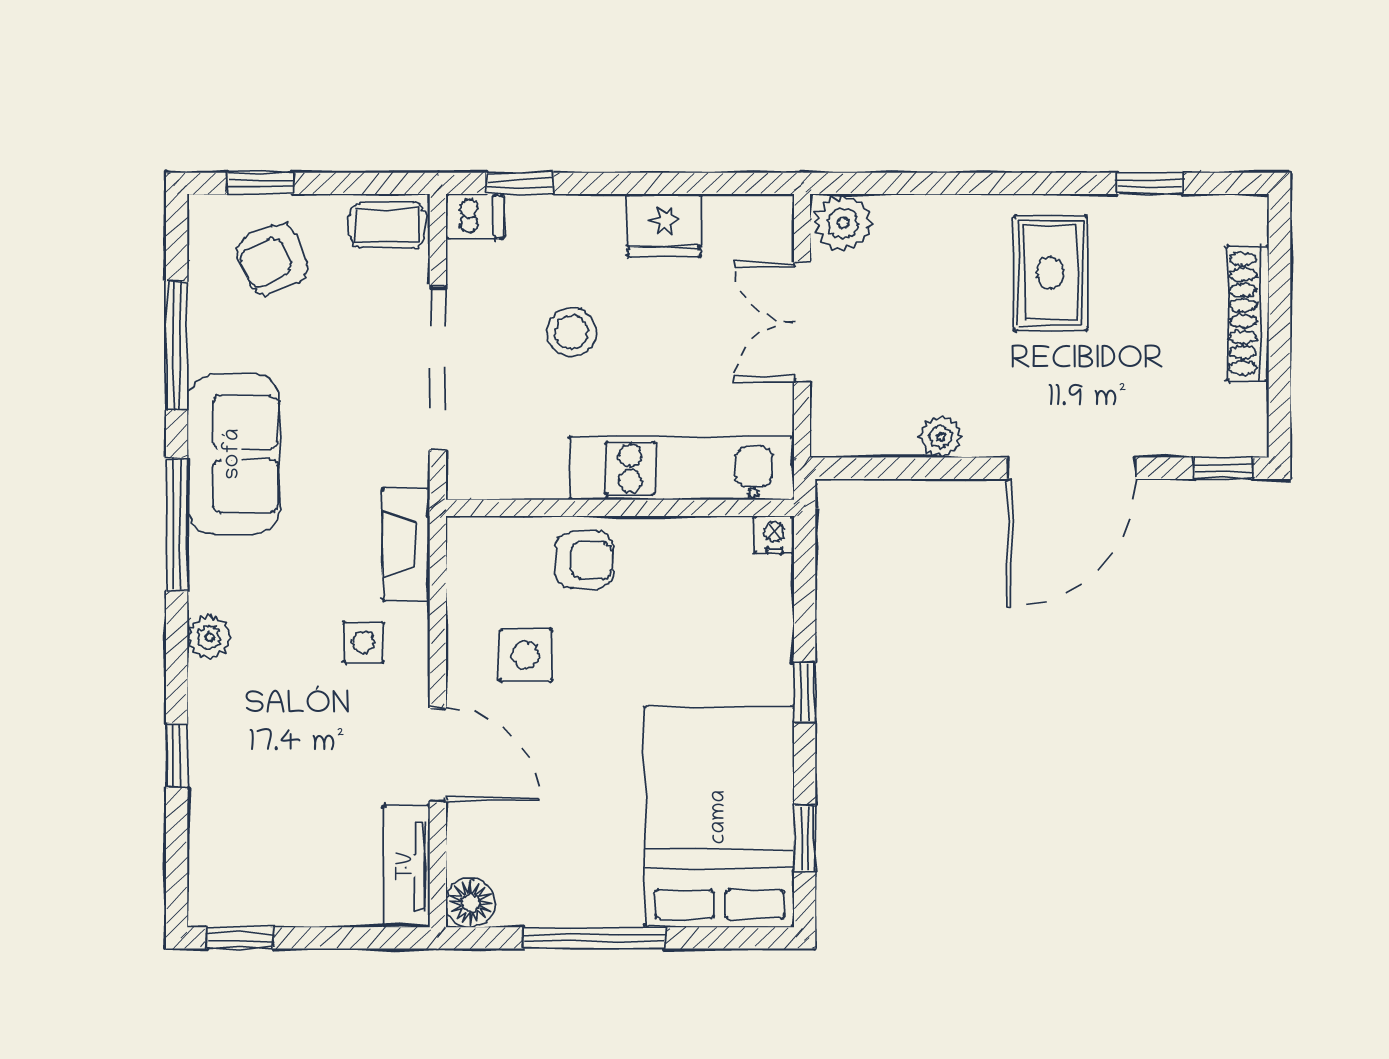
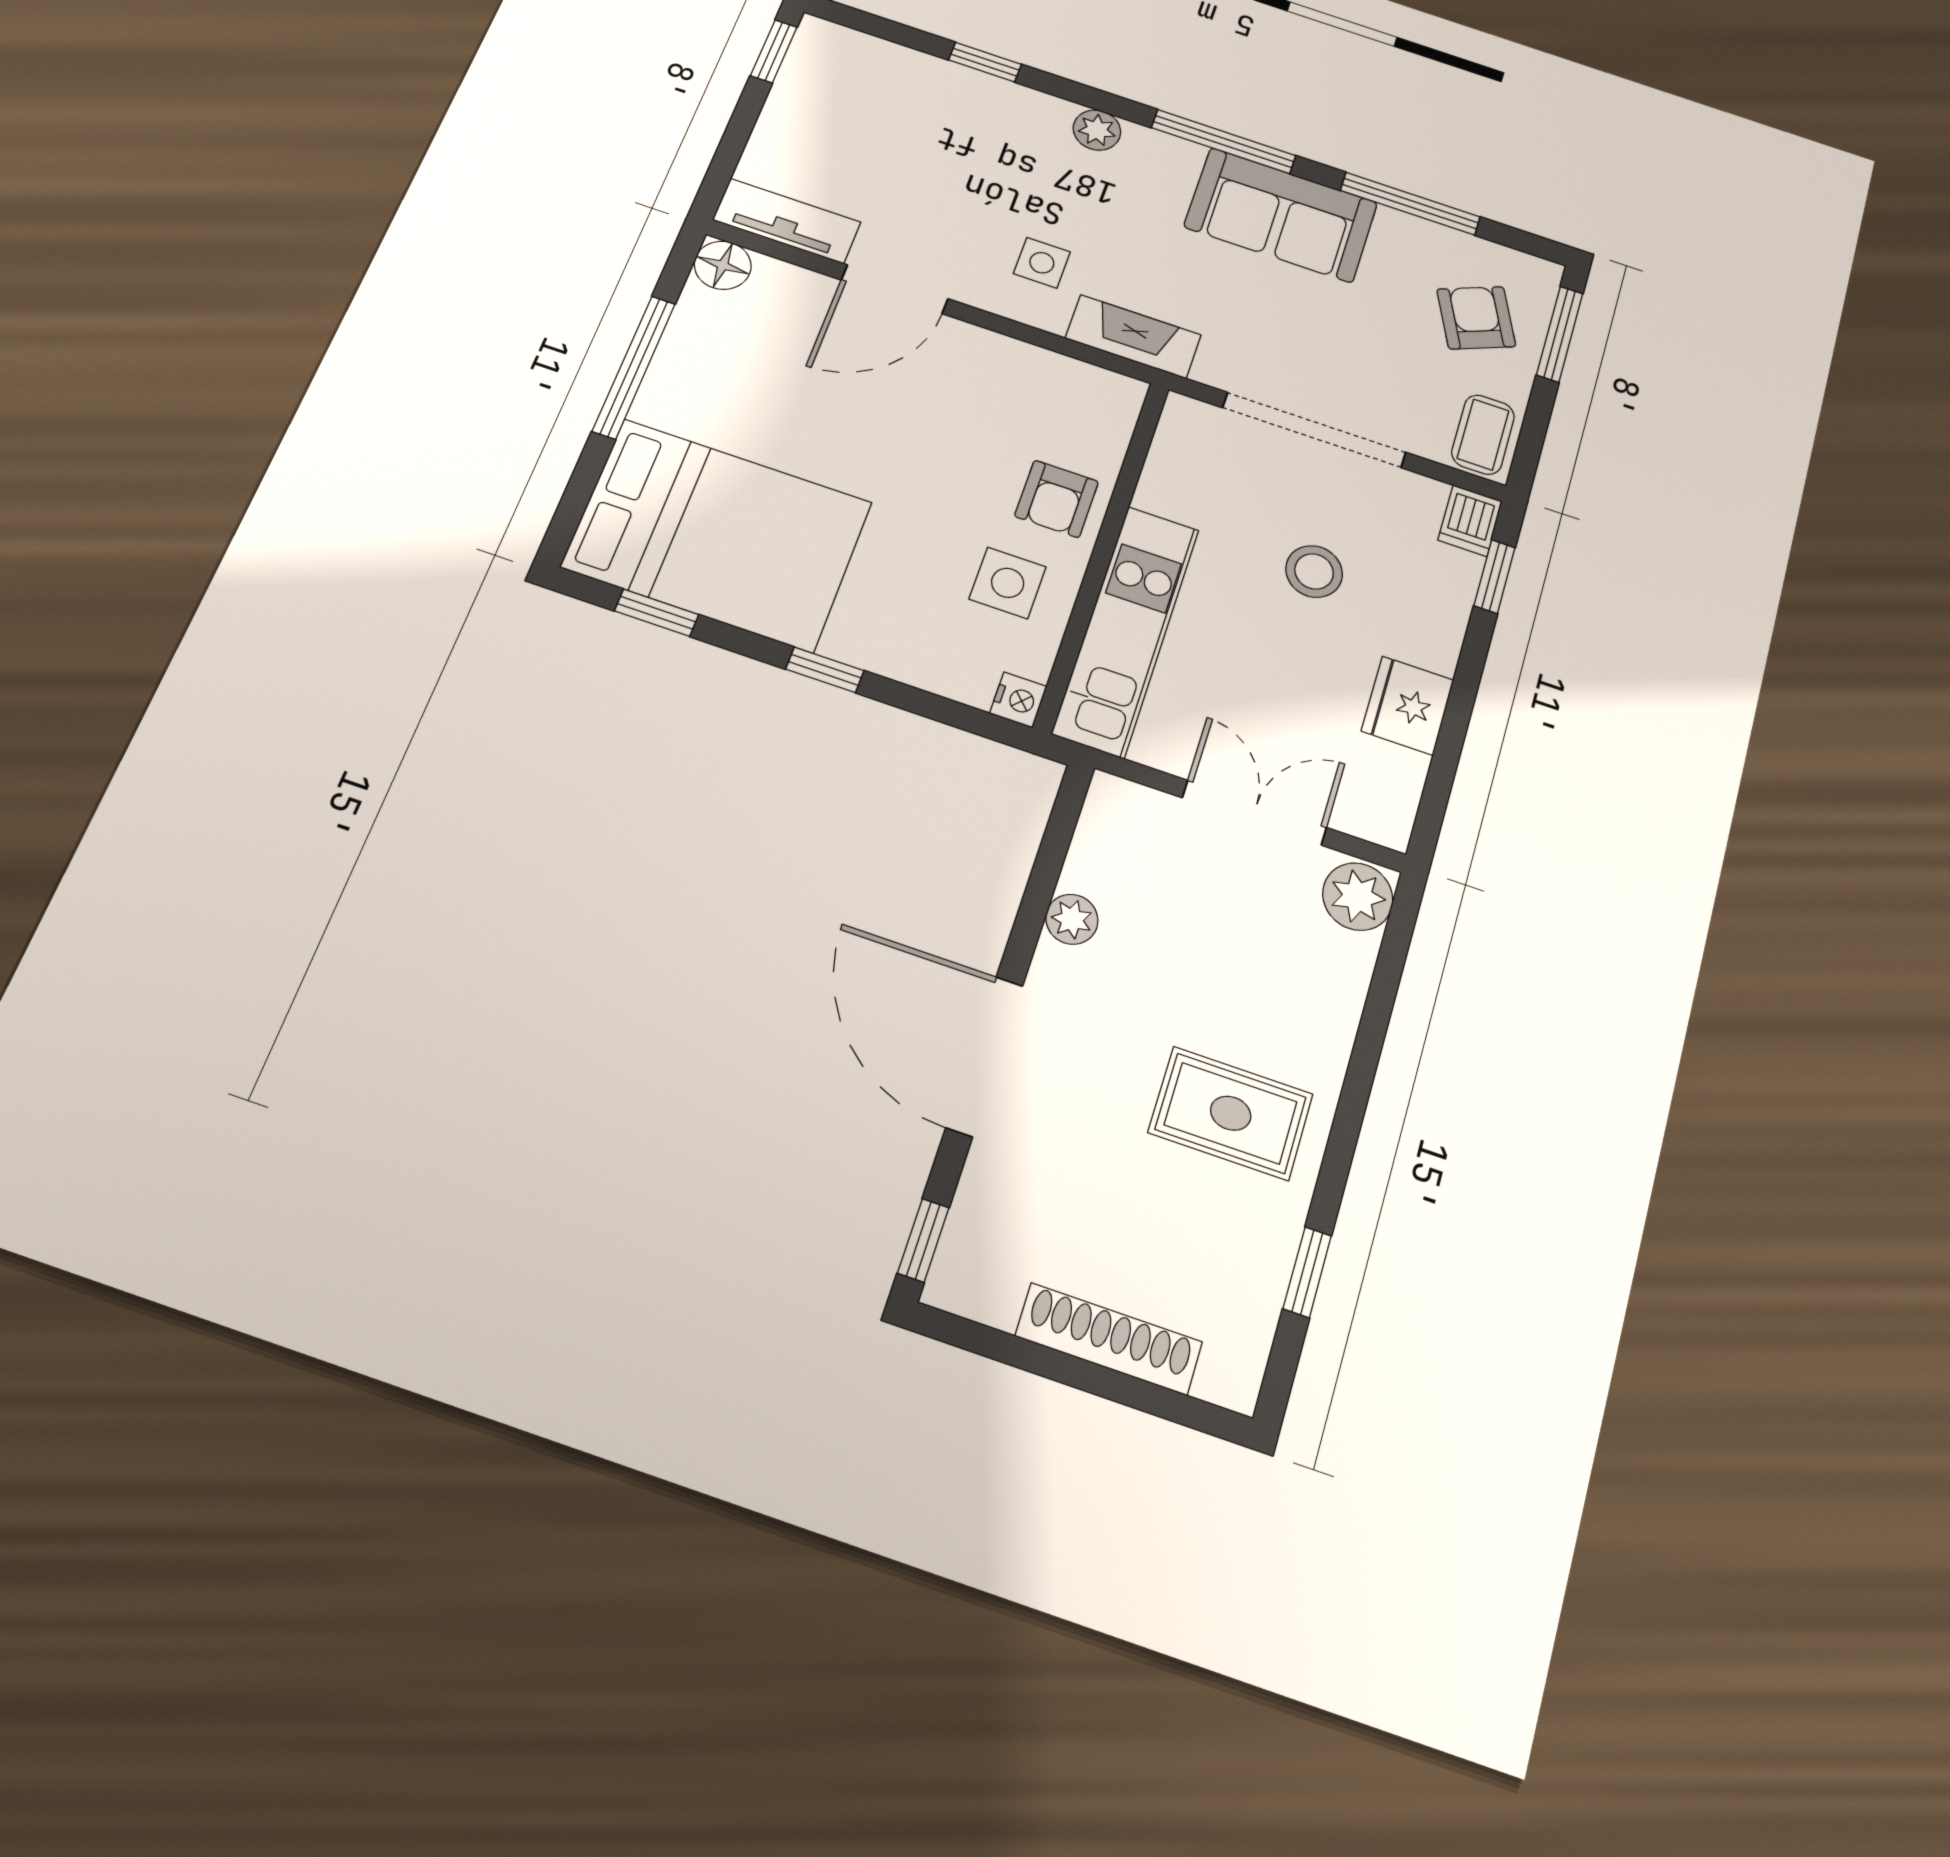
window: (261, 183) -> (1560, 334), width x1.50
side table: (526, 655) -> (1008, 583), moved

